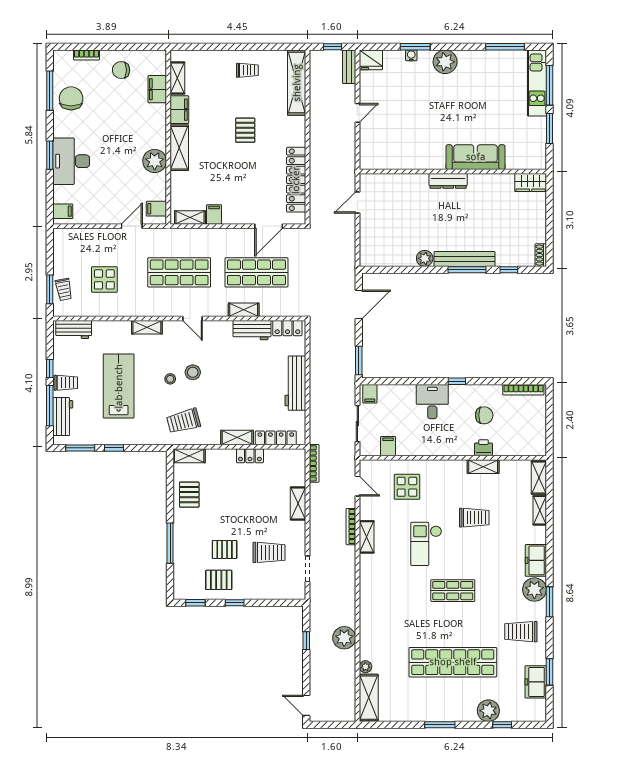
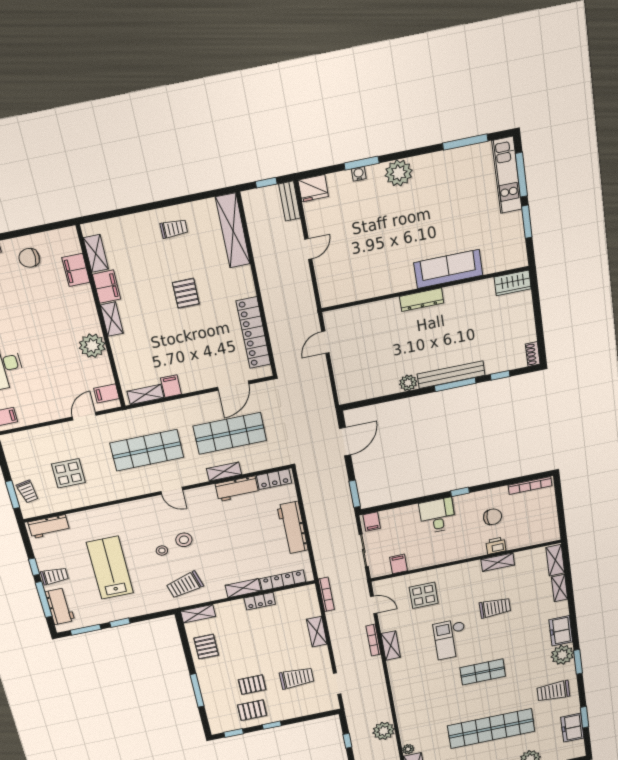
shelving: (179, 148) -> (112, 319), width x0.67, depth x0.75
shelving: (147, 327) -> (126, 509), removed

